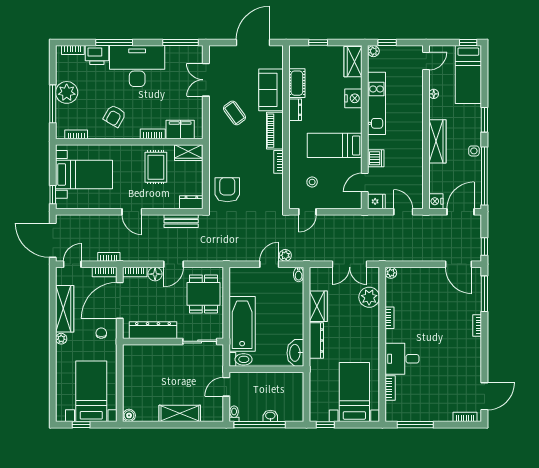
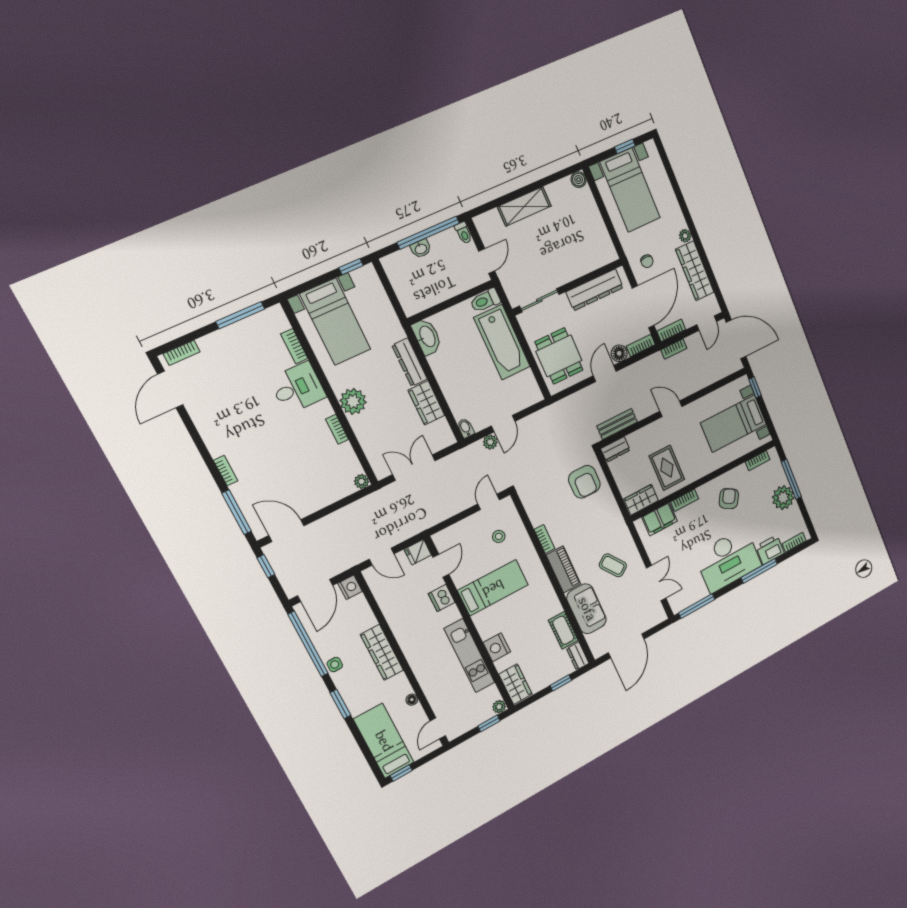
dresser: (295, 110) -> (578, 656), moved
plant: (369, 297) -> (353, 401), moved

